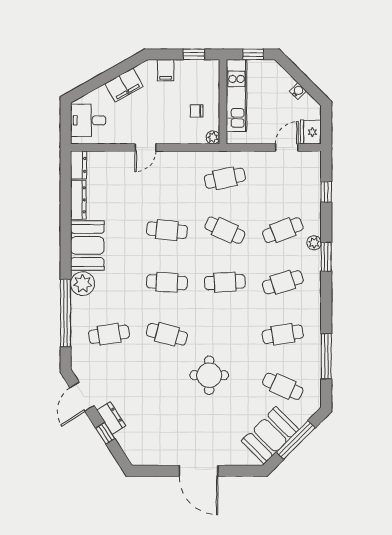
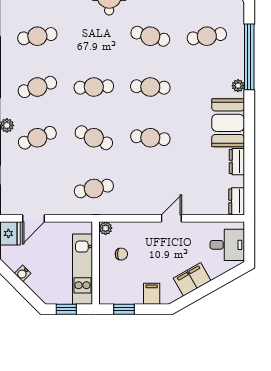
dresser: (78, 200) -> (237, 162), width x0.70
plant: (83, 284) -> (238, 86), width x0.53, depth x0.53

